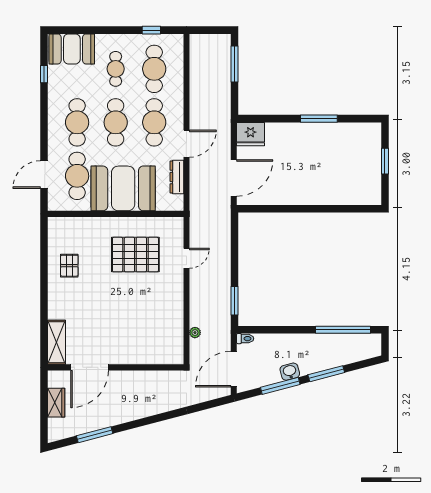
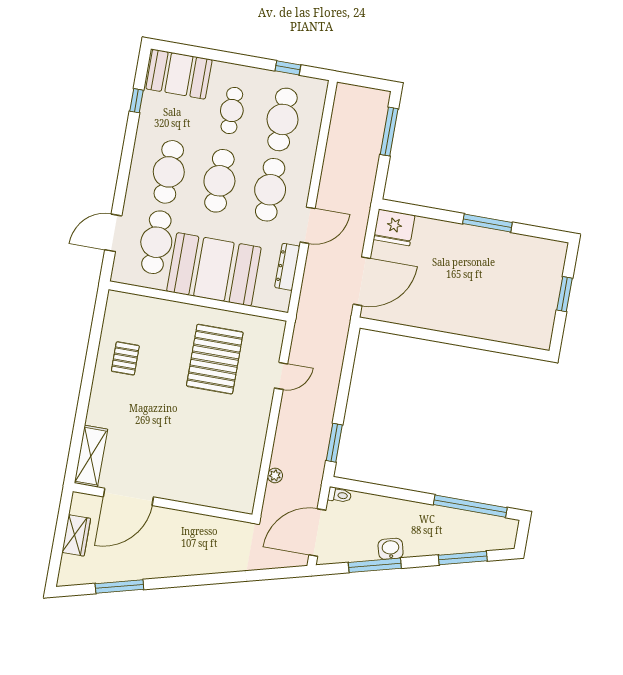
pallet: (135, 255) -> (215, 359), turned 90
window: (326, 374) -> (463, 558), moved

